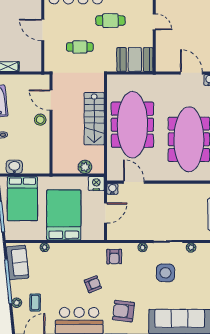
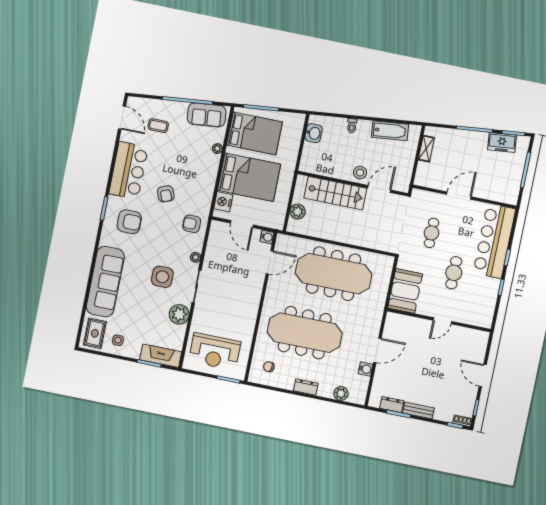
stairs: (94, 119) -> (335, 193), moved, turned 180
nightstand: (96, 184) -> (223, 202), moved, turned 180
bed: (22, 199) -> (254, 133), moved, turned 180
plant: (191, 248) -> (179, 314), width x1.88, depth x1.88
plant: (17, 303) -> (162, 105), removed
armchair: (123, 311) -> (129, 222), turned 83

